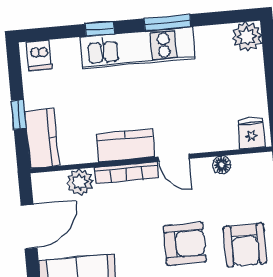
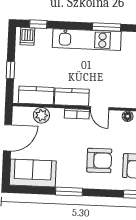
window: (100, 29) -> (38, 24), moved
kitchen counter: (42, 138) -> (36, 95), moved, turned -90
bookcase: (126, 173) -> (77, 114), width x0.64

